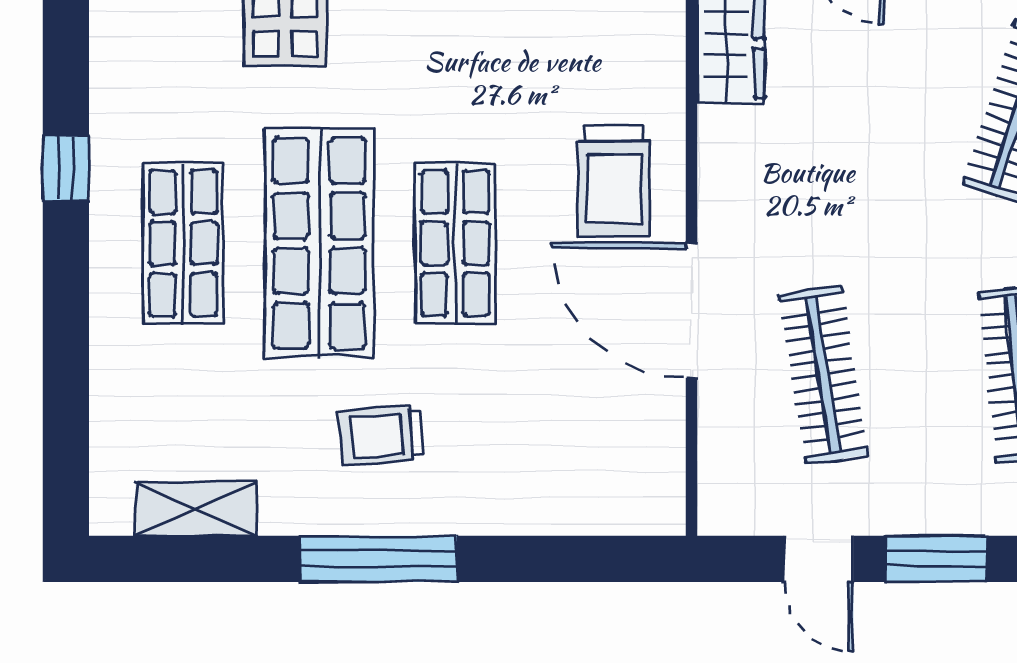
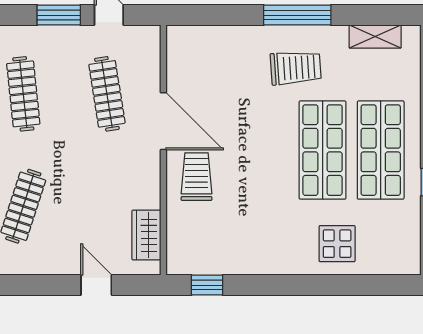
shop shelf: (183, 243) -> (381, 150), width x1.43, depth x1.36
shop shelf: (455, 243) -> (264, 150), removed
trolley: (382, 435) -> (296, 68), width x1.36, depth x1.39

